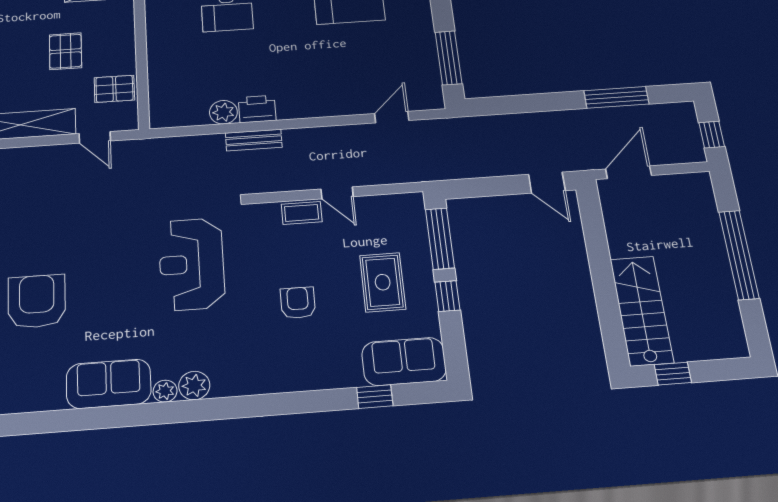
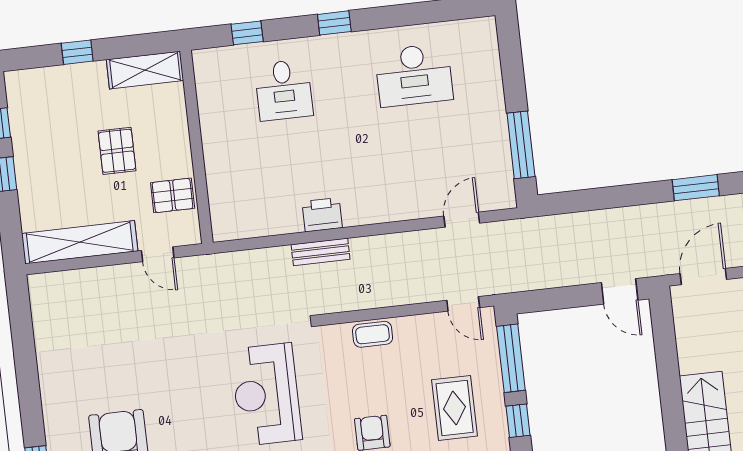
window: (616, 97) -> (696, 188), width x0.69
plant: (223, 112) -> (288, 220), removed
door: (337, 193) -> (463, 304), moved

